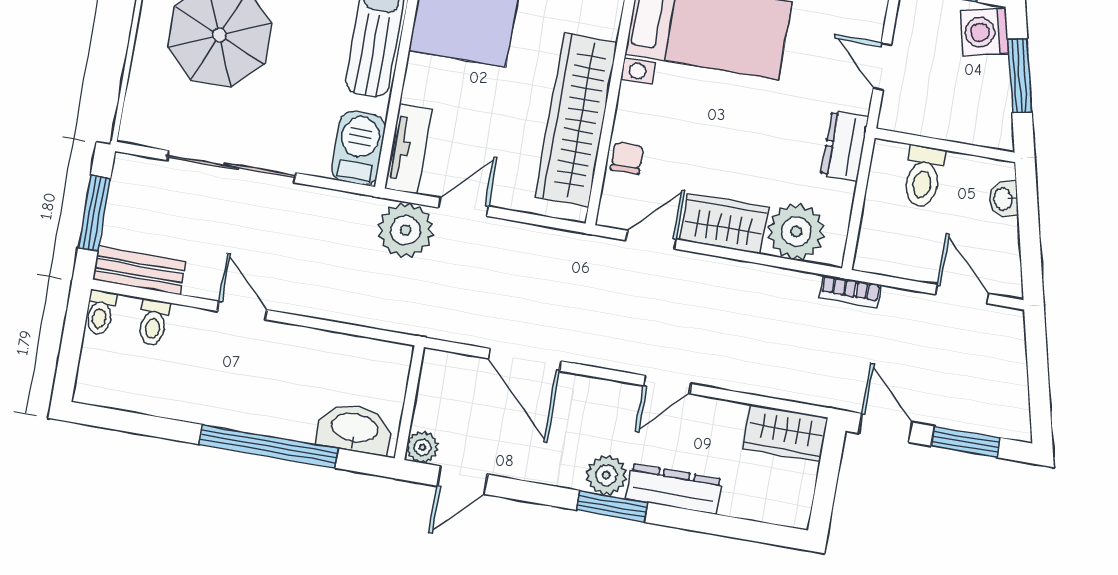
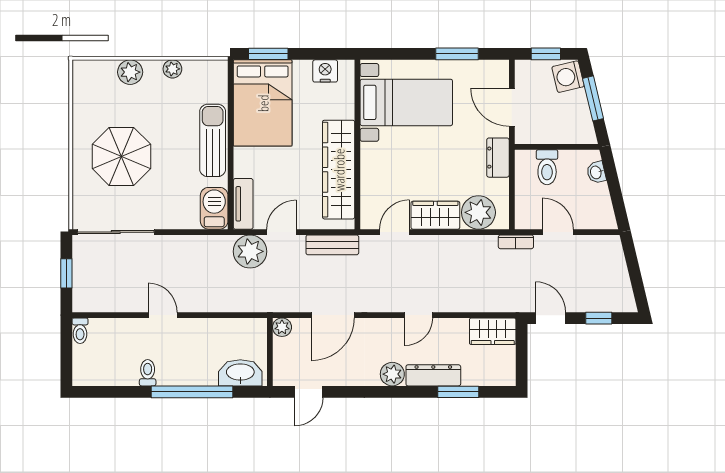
door: (882, 67) -> (512, 107), width x1.38
chair: (627, 158) -> (372, 187), removed
sliding door: (231, 167) -> (116, 232), moved
window: (94, 213) -> (66, 273), width x0.67
bench: (139, 271) -> (332, 245), moved
door: (962, 294) -> (558, 232), moved
toilet: (153, 322) -> (148, 373), moved, turned 180
door: (525, 360) -> (333, 315), hinge flipped
window: (966, 442) -> (599, 318), width x0.67
plant: (422, 447) -> (282, 327), moved
window: (612, 506) -> (458, 392), moved

